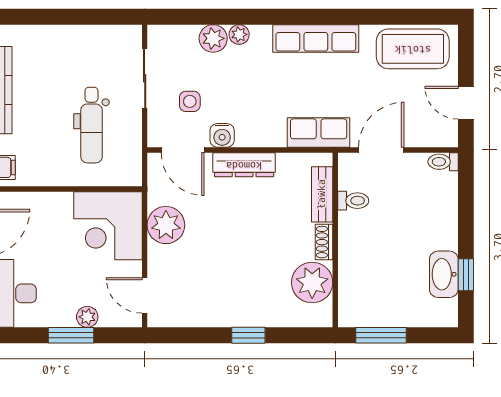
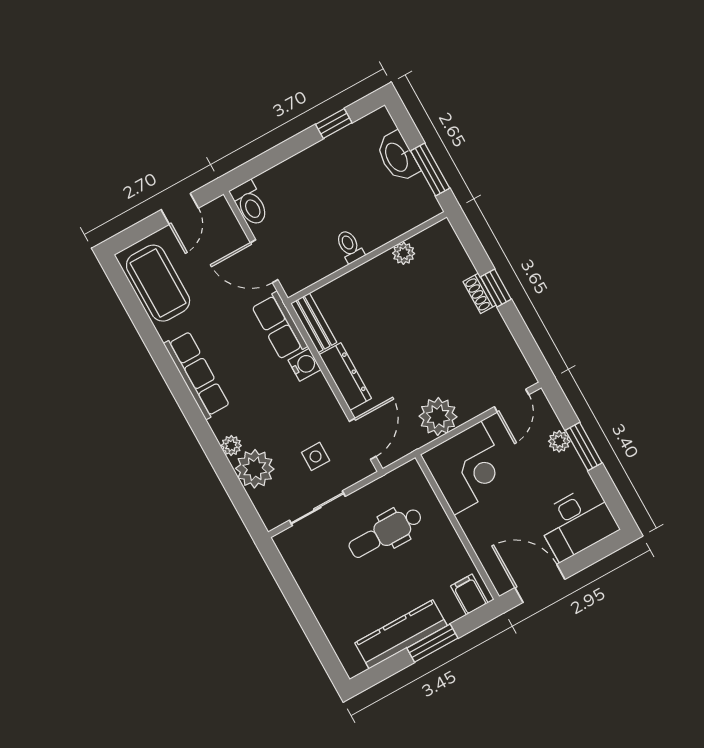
plant: (213, 38) -> (255, 469), width x1.36, depth x1.36
dental chair: (92, 125) -> (386, 533), turned 180
water cooler: (222, 135) -> (304, 365), moved
toilet: (443, 162) -> (250, 203), width x1.37, depth x1.39
bench: (322, 194) -> (314, 323), moved, turned 90
toilet: (353, 201) -> (350, 246), moved
shoe rack: (324, 242) -> (479, 293), moved, turned 90
washbasin: (444, 274) -> (397, 157), moved, turned 90
plant: (312, 283) -> (404, 253), width x0.53, depth x0.53

